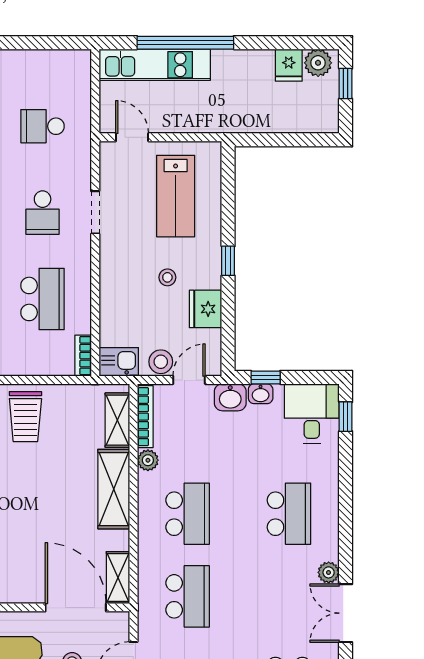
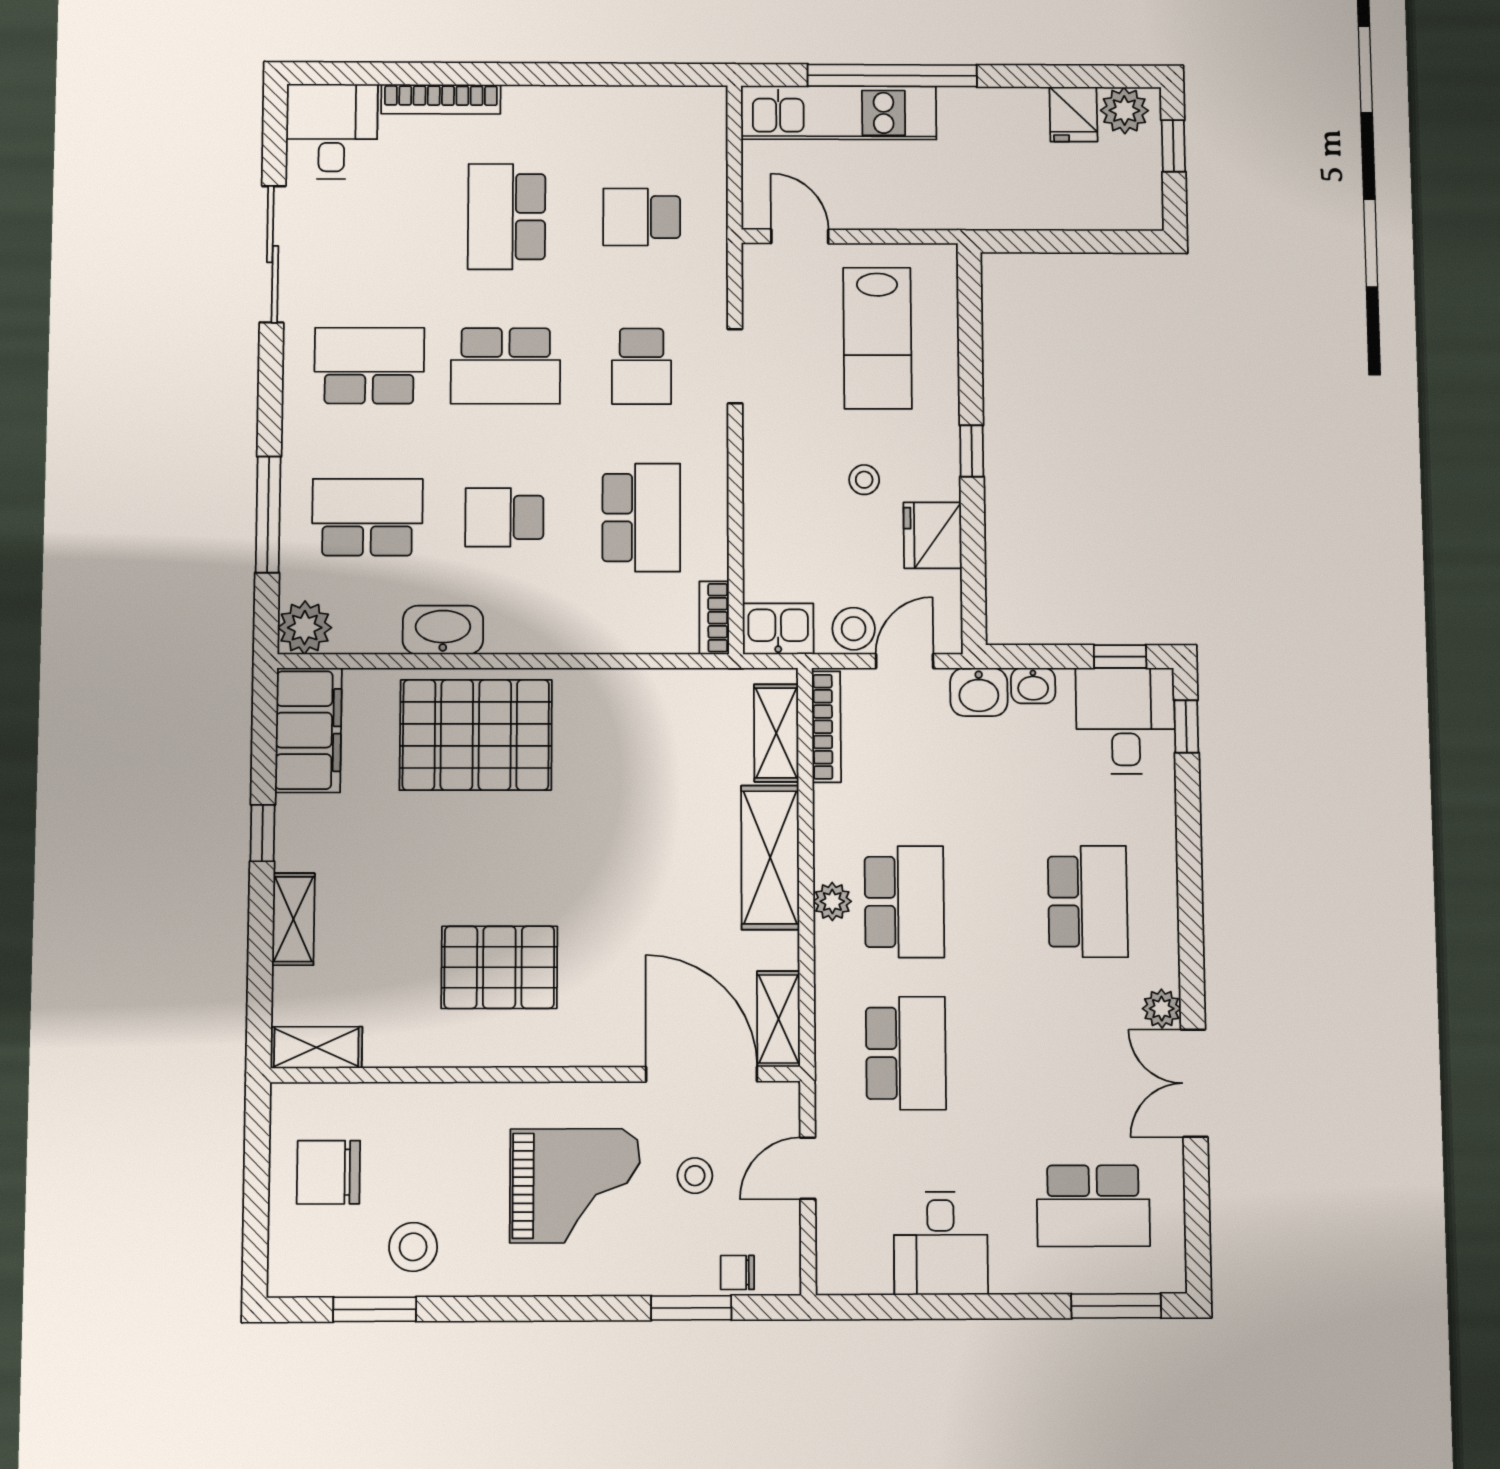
window: (266, 377) -> (1120, 657), moved
trolley: (25, 417) -> (610, 727), removed
plant: (148, 460) -> (832, 901), moved

